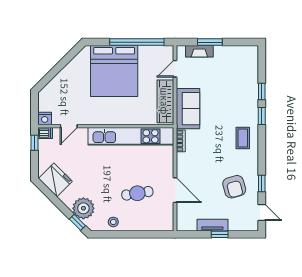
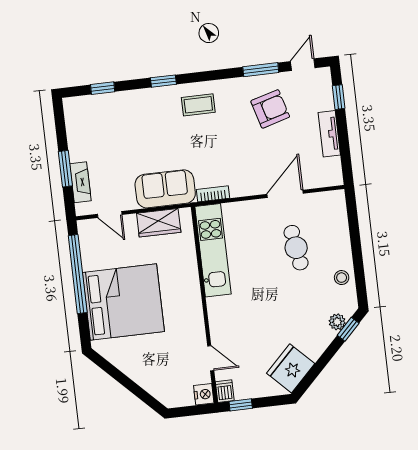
window: (262, 91) -> (103, 88), moved
wardrobe: (165, 101) -> (159, 223), width x0.67
kitchen unit: (131, 136) -> (213, 250), width x0.73
window: (262, 183) -> (261, 70), width x1.50
plant: (83, 208) -> (337, 322), width x0.53, depth x0.53
window: (220, 234) -> (339, 97), moved

